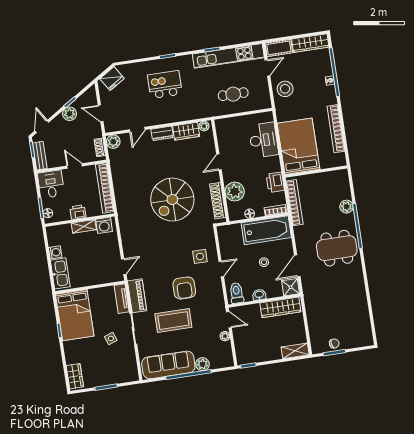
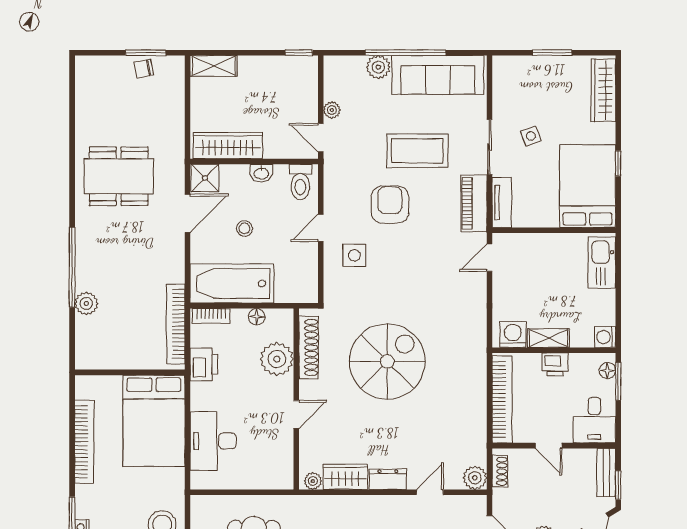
dining table: (337, 248) -> (119, 176), moved
washing machine: (55, 252) -> (605, 337), moved
wardrobe: (75, 376) -> (603, 90), width x1.50

